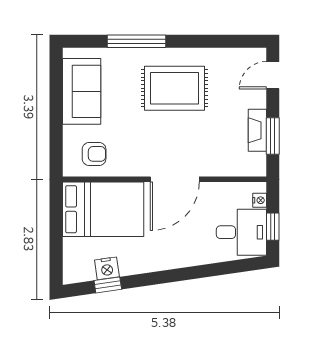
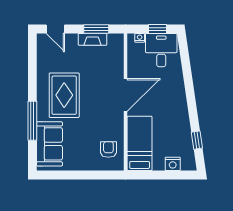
sofa: (82, 91) -> (50, 144), moved, turned 90
door: (175, 179) -> (126, 95), hinge flipped
bed: (103, 209) -> (140, 143), width x0.67
nightstand: (107, 268) -> (173, 164), moved, turned 98

